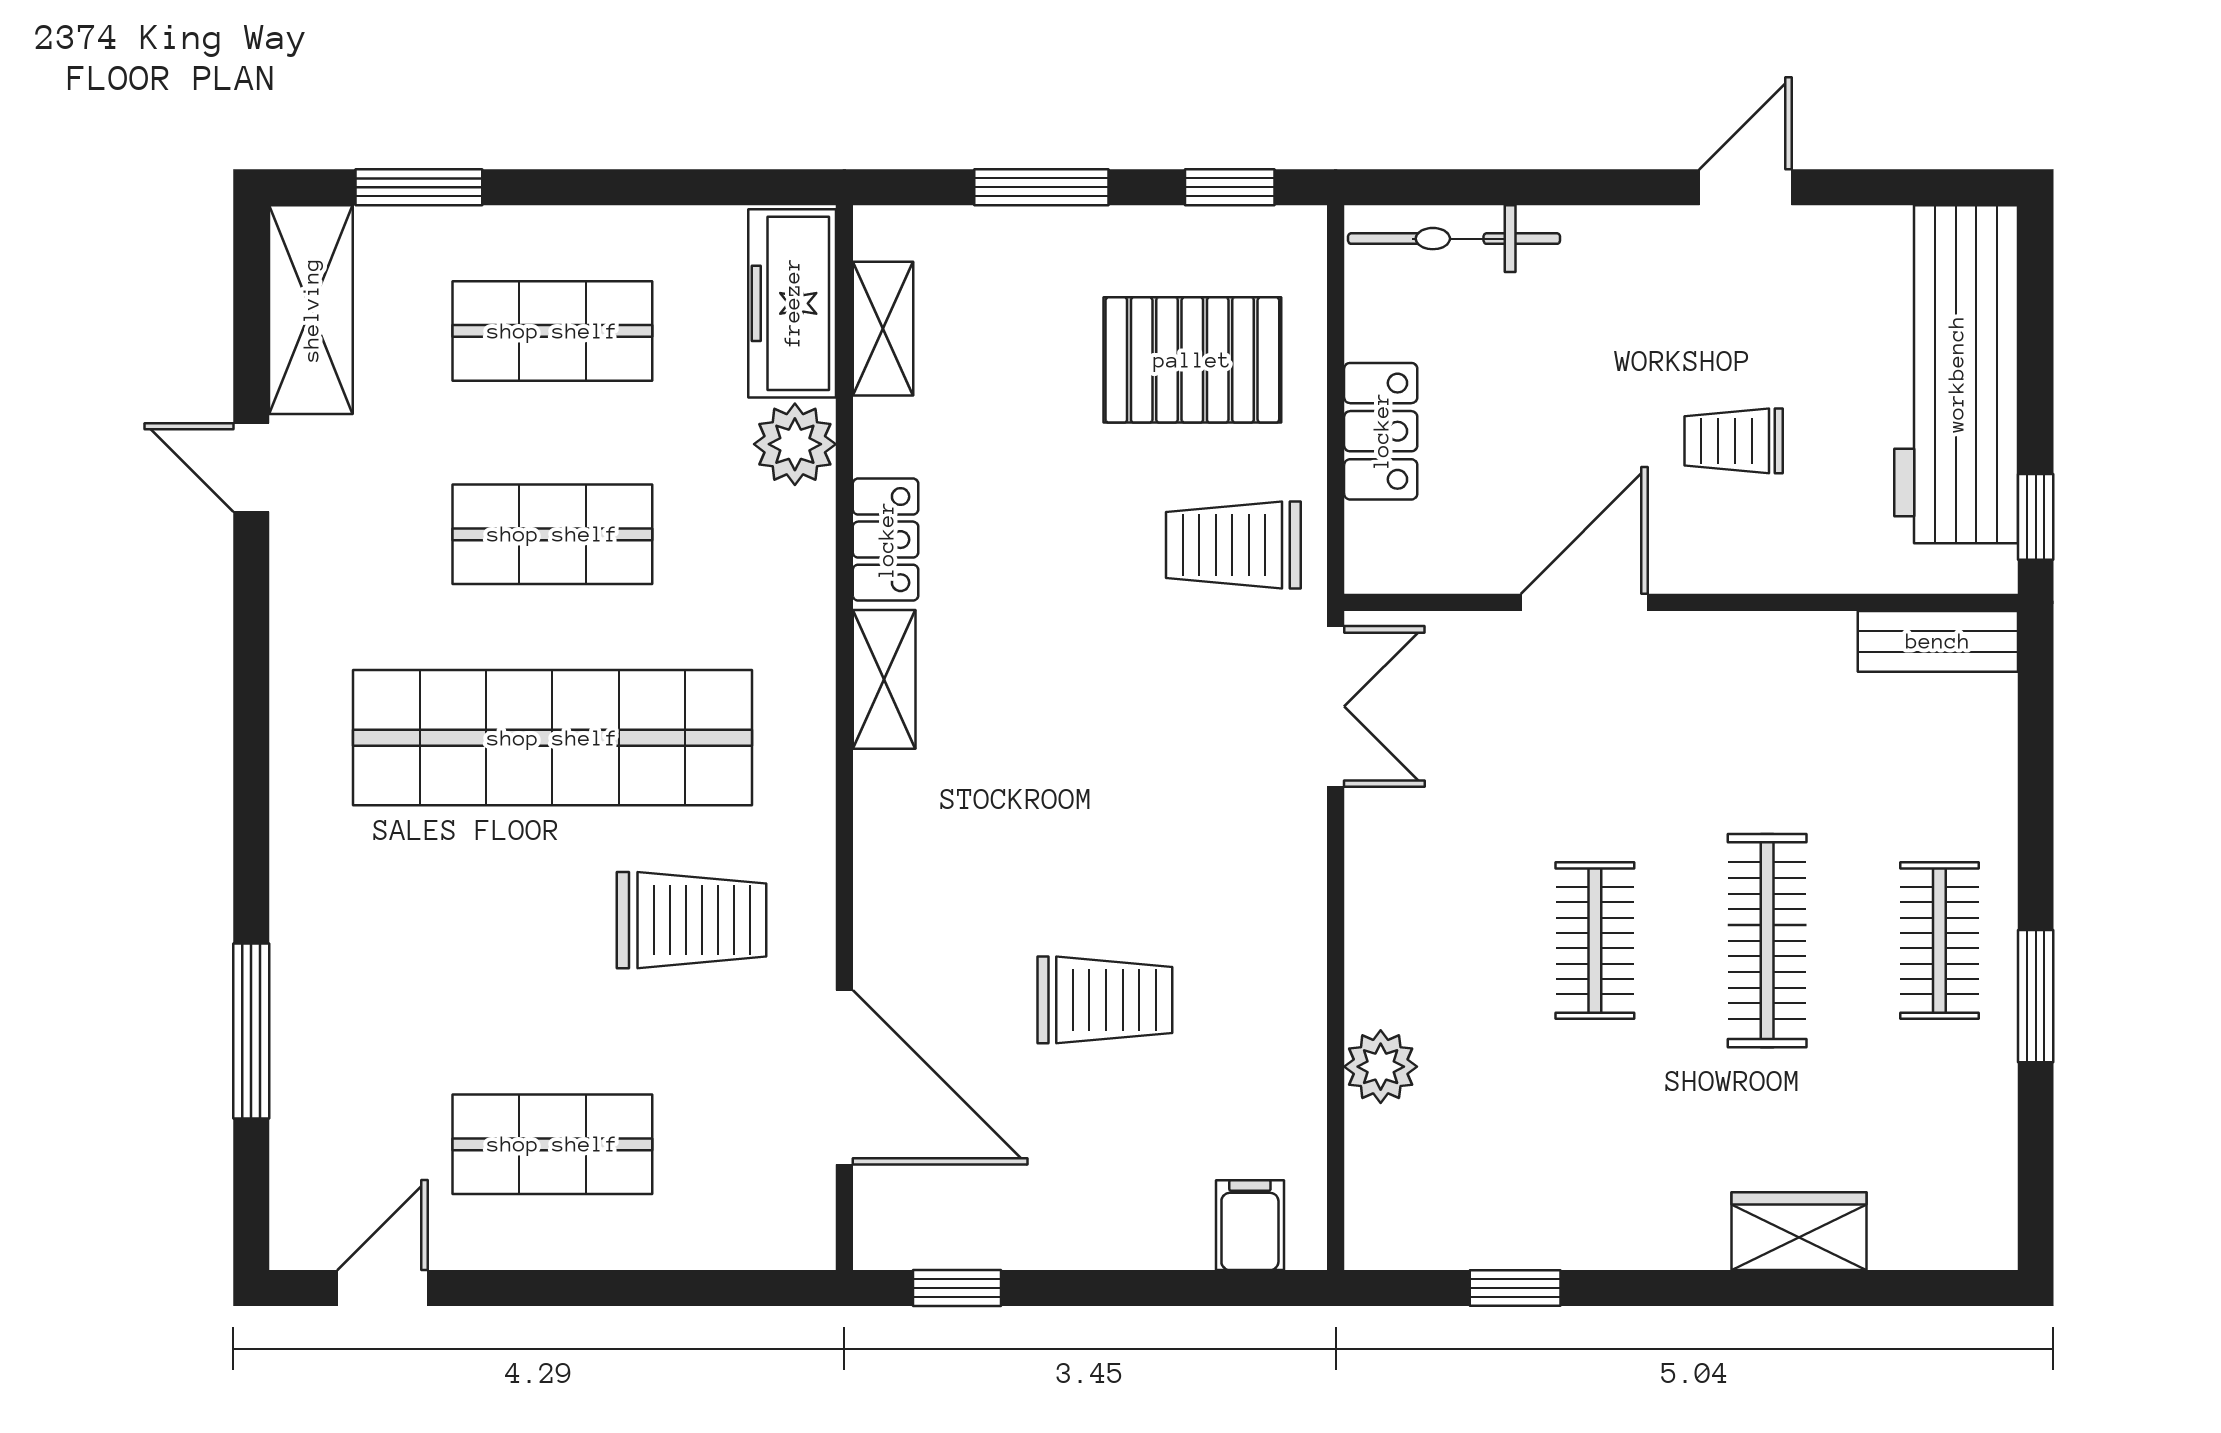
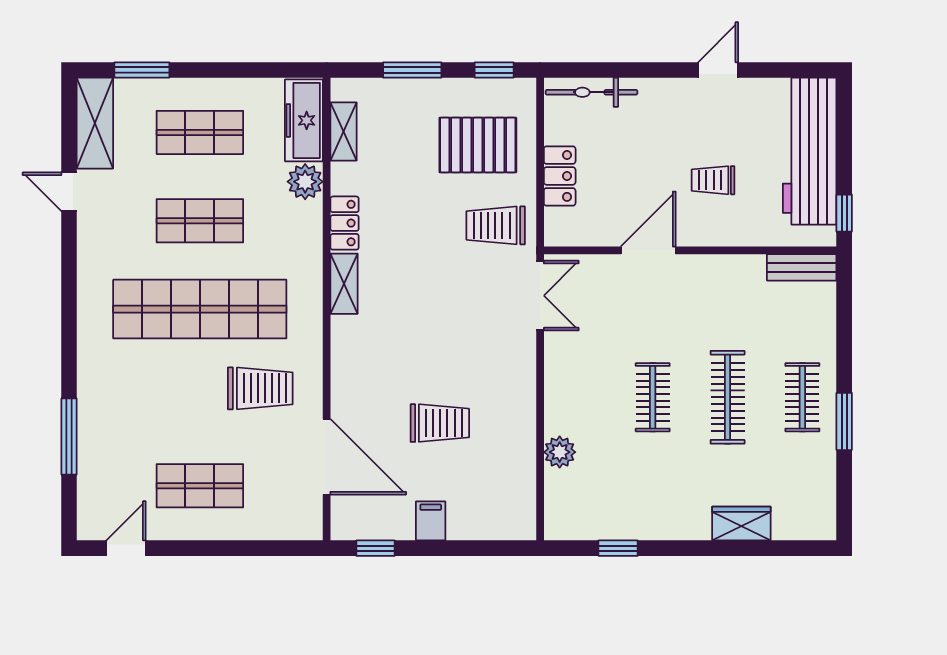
filing cabinet: (1250, 1225) -> (431, 521), moved

